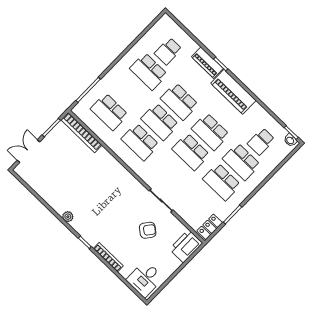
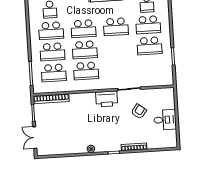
school desk: (191, 152) -> (52, 52), moved
locker: (210, 227) -> (168, 75), removed
printer: (186, 246) -> (107, 99), moved, turned -90
desk: (145, 279) -> (165, 120), moved, turned -90

